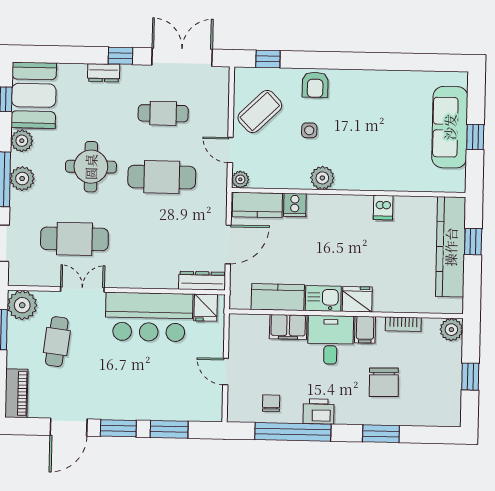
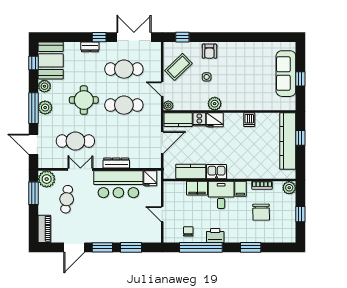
cafe table: (163, 113) -> (124, 69), width x1.37, depth x1.35
dresser: (202, 281) -> (116, 163), moved
fridge: (357, 299) -> (215, 120), moved, turned 180
chair: (384, 382) -> (261, 212), moved

